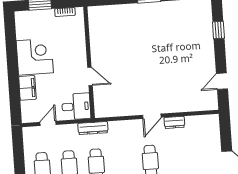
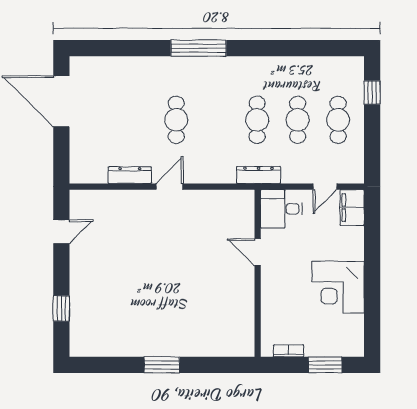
filing cabinet: (27, 88) -> (352, 207), moved
dresser: (174, 122) -> (130, 175), width x1.44

